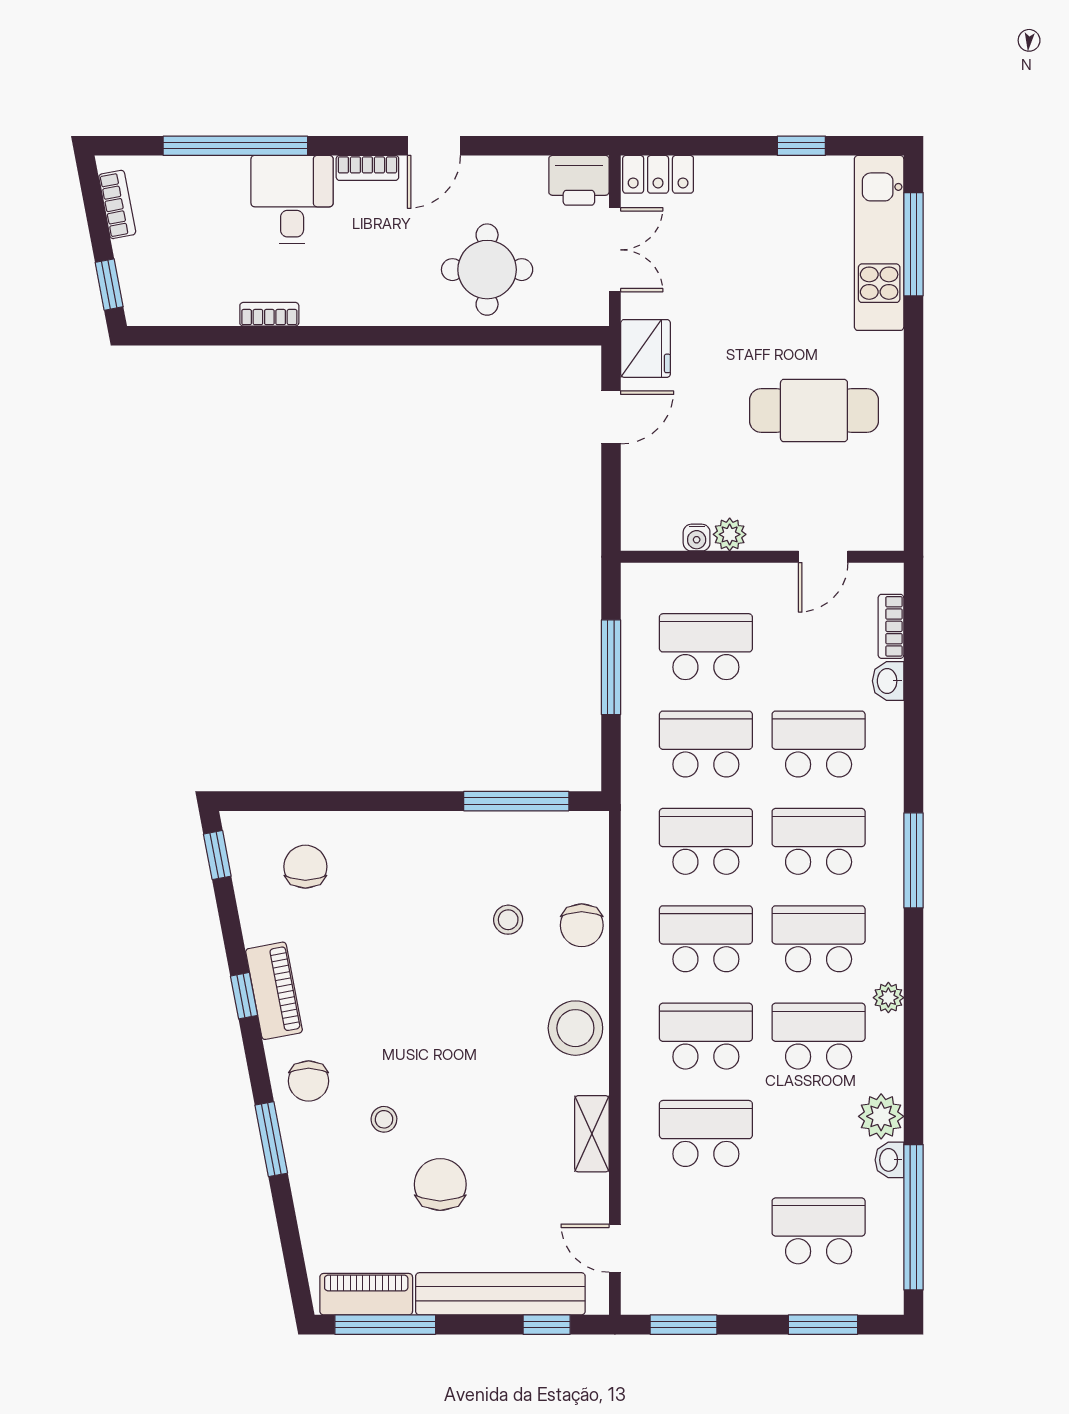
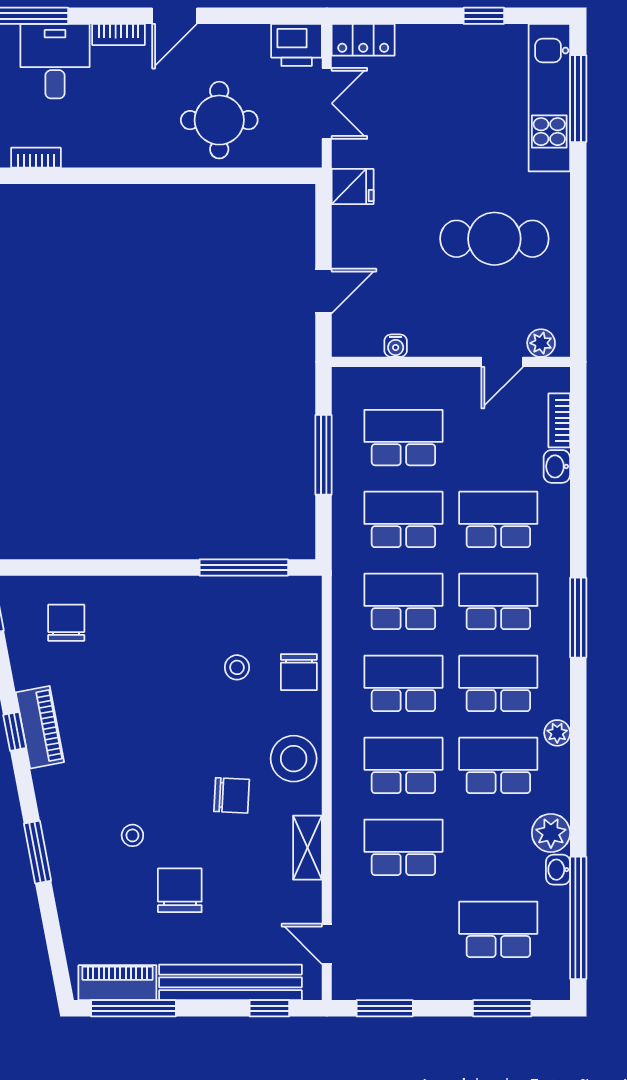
fridge: (646, 348) -> (353, 186), width x0.72
door: (611, 417) -> (324, 291), moved
plant: (730, 534) -> (541, 343), moved
chair: (309, 1081) -> (232, 795), moved, turned -87

